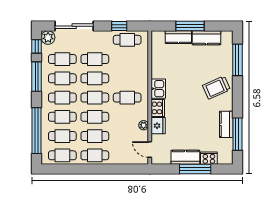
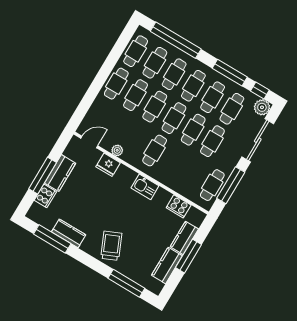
window: (119, 26) -> (231, 185), width x2.17
cooker: (158, 108) -> (179, 206), moved

